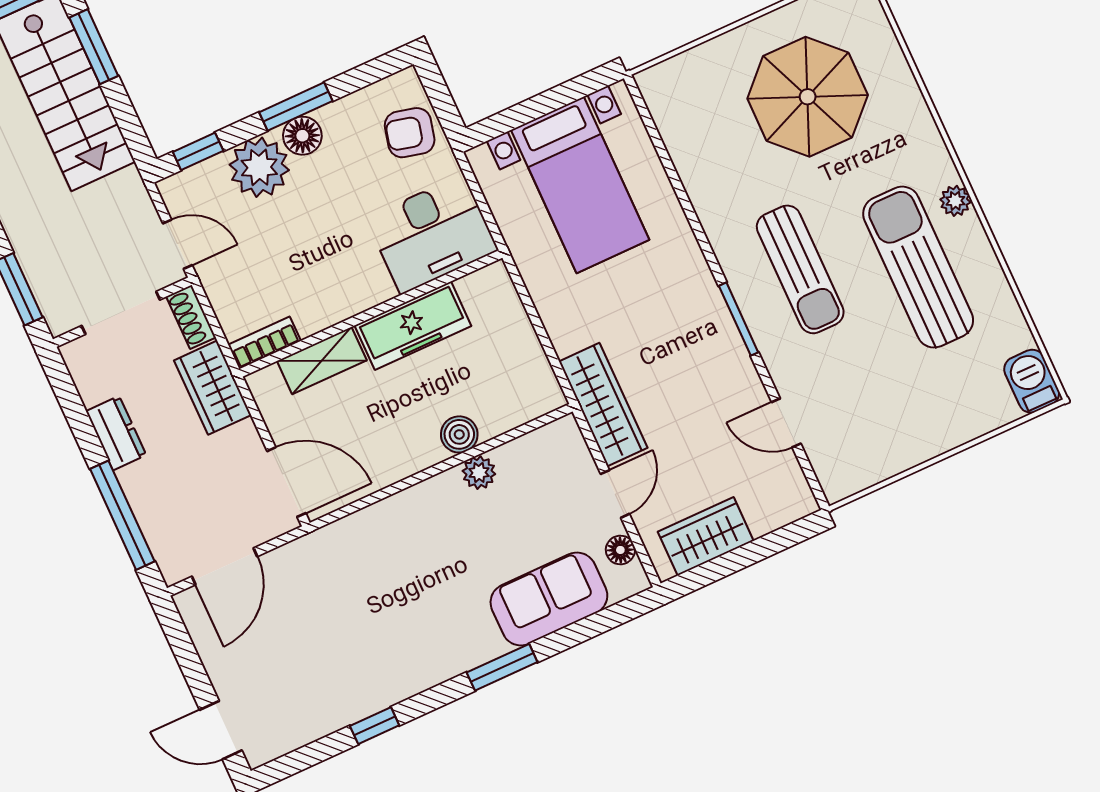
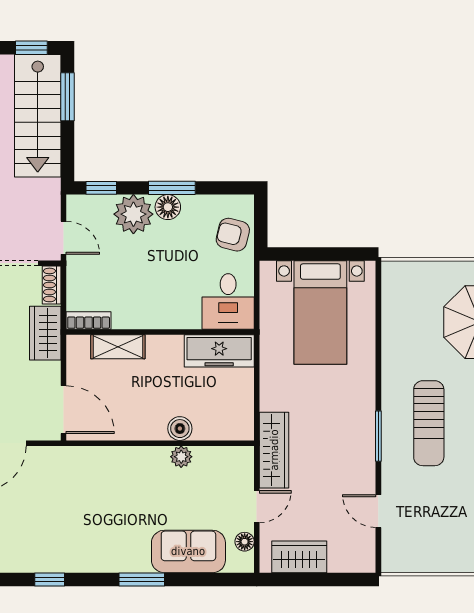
desk: (432, 234) -> (228, 301), width x0.73
freezer: (413, 326) -> (219, 351), moved

